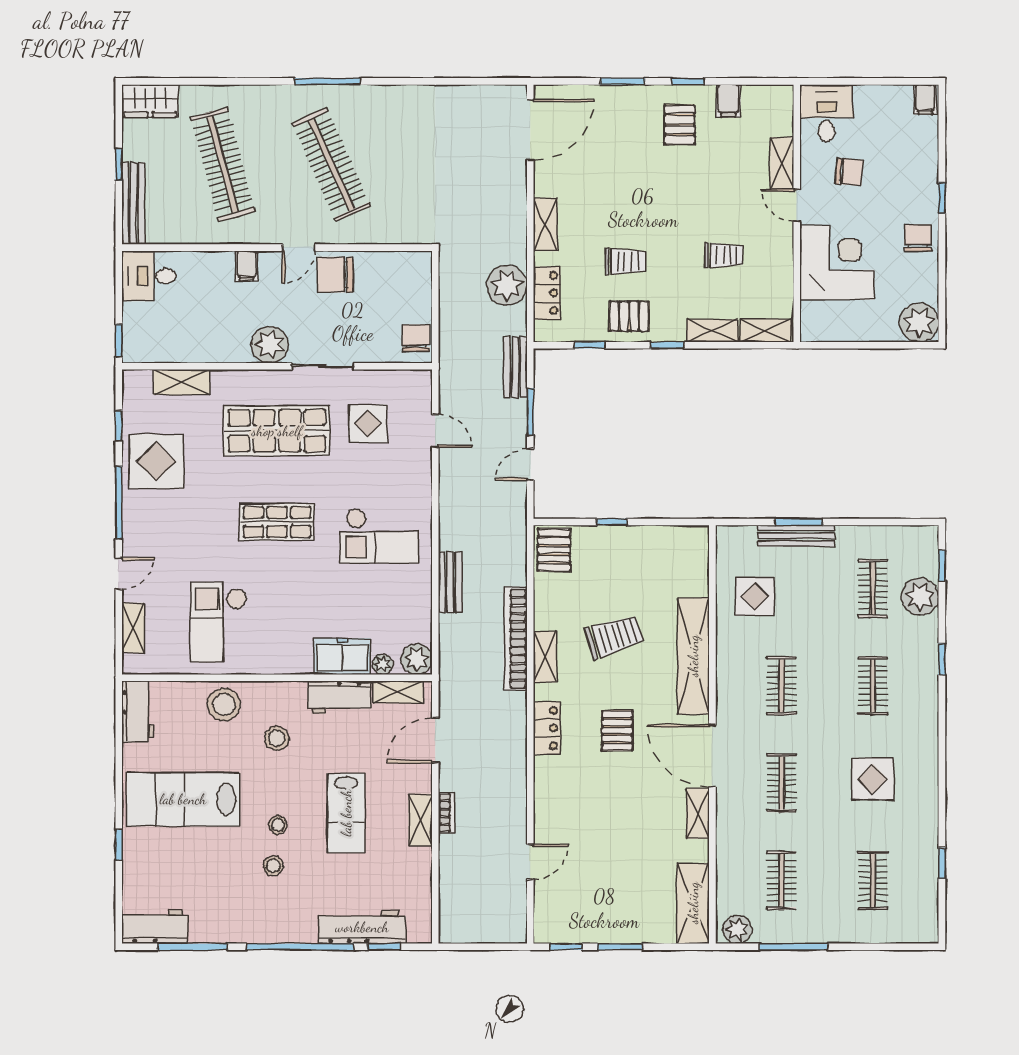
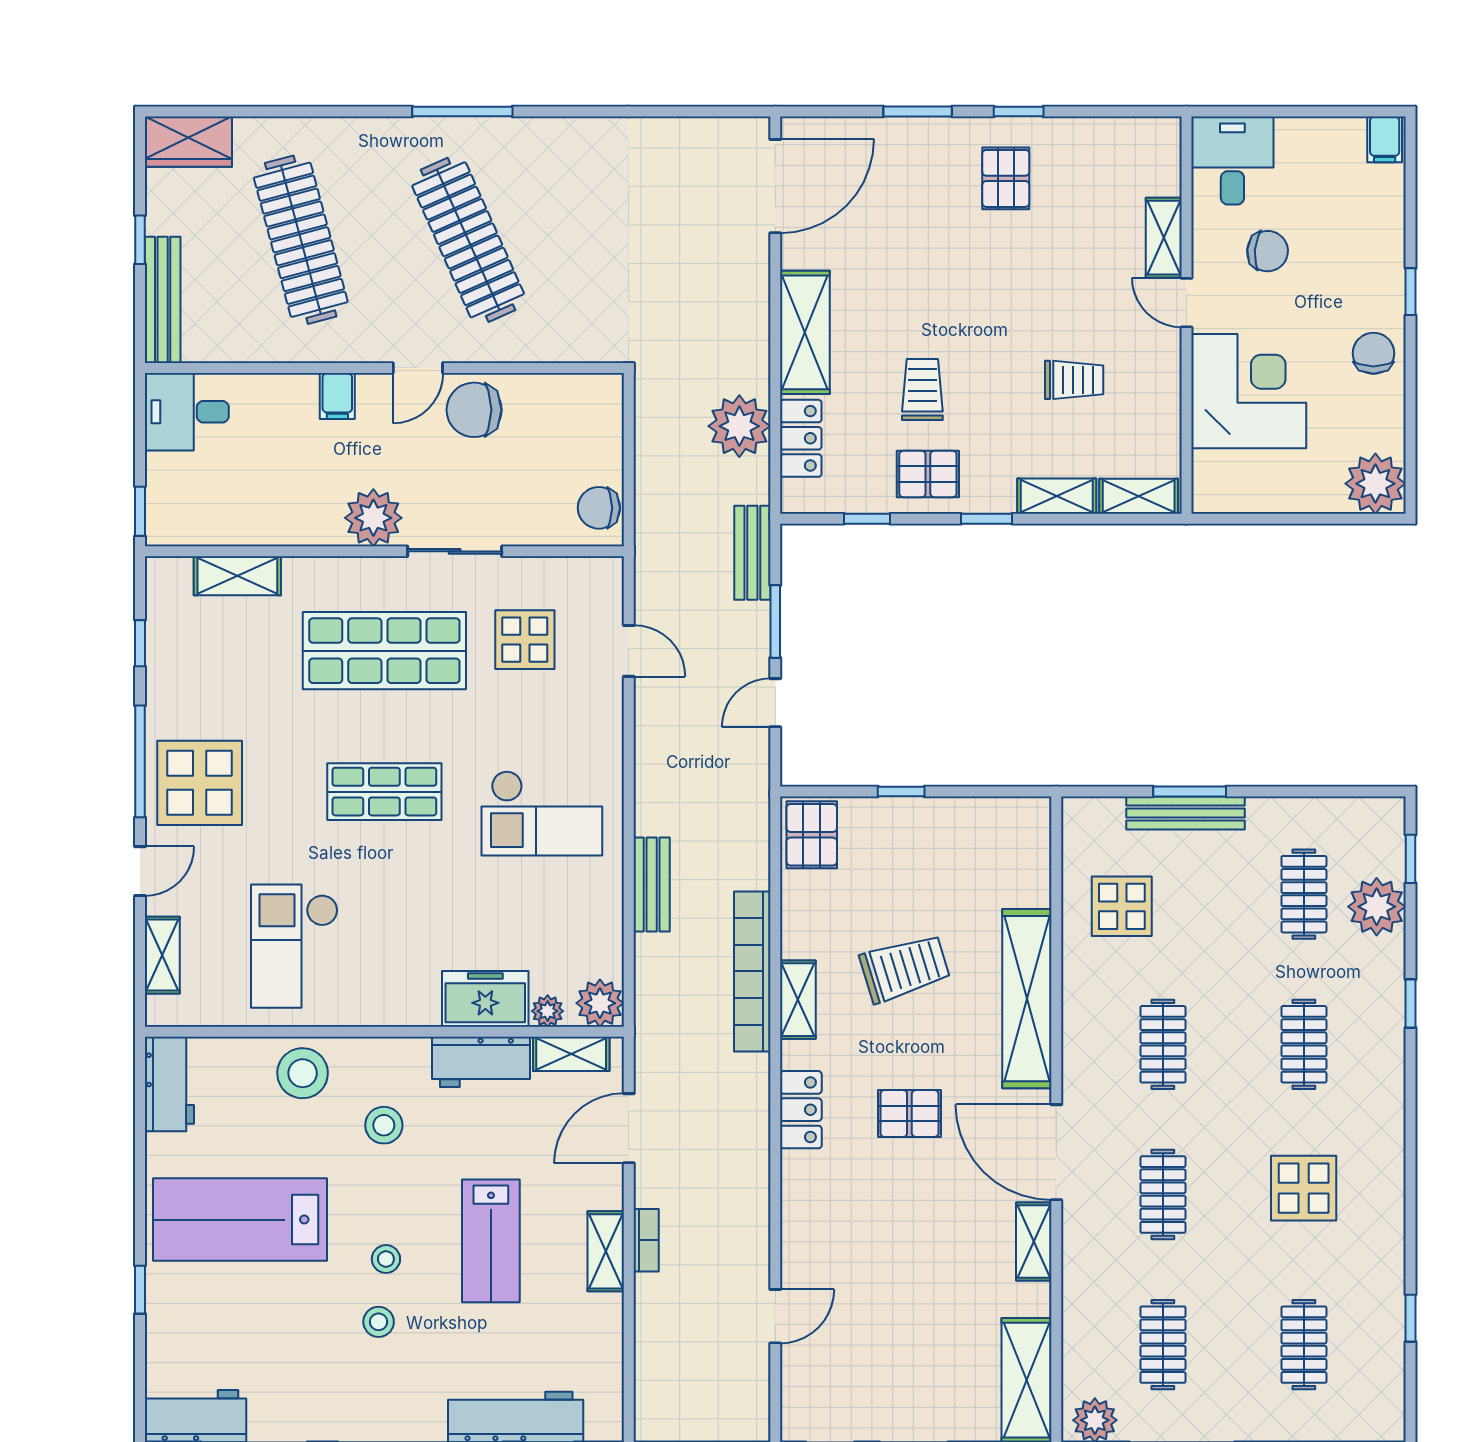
filing cabinet: (728, 101) -> (1081, 141), removed
shelving: (545, 224) -> (805, 332), width x1.50, depth x1.33
trolley: (626, 262) -> (922, 390), turned -90
chair: (416, 338) -> (599, 508), turned -90
display table: (156, 461) -> (200, 783), moved
pallet: (617, 731) -> (909, 1113), turned 90

